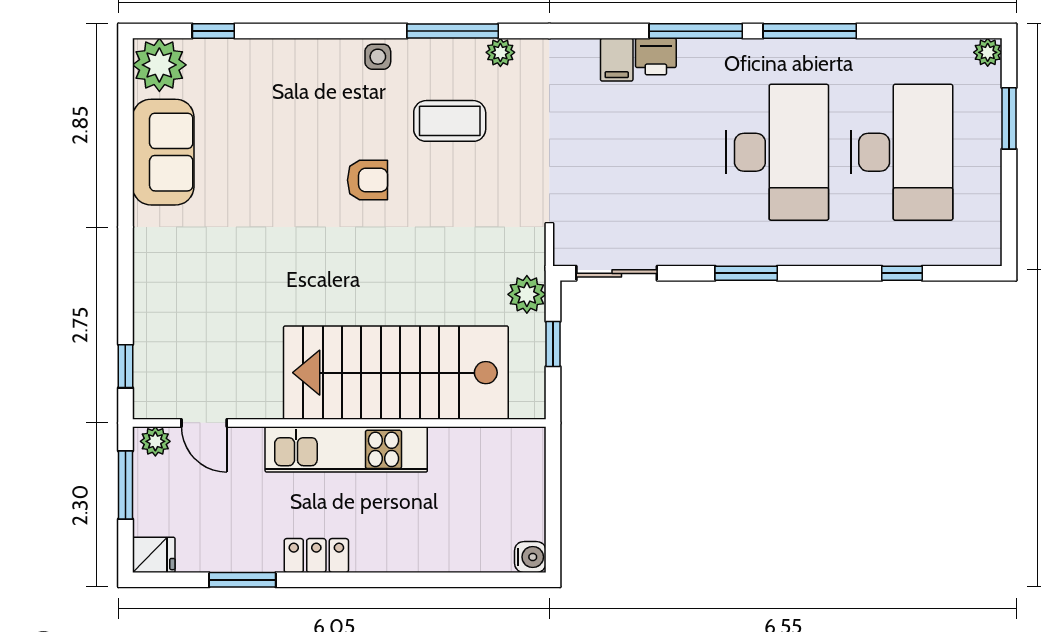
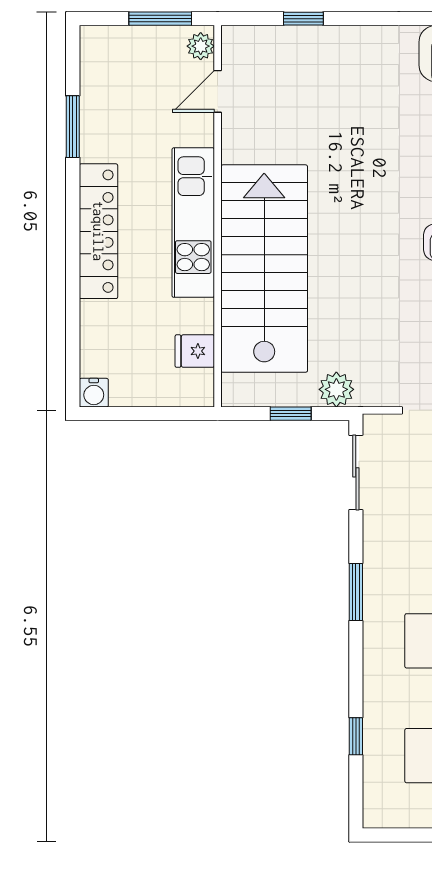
window: (125, 366) -> (303, 19), moved
fridge: (154, 555) -> (195, 351), moved, turned 90
locker: (316, 556) -> (98, 231), width x2.16, depth x1.21

